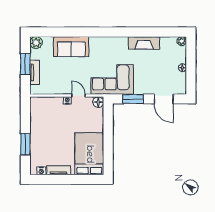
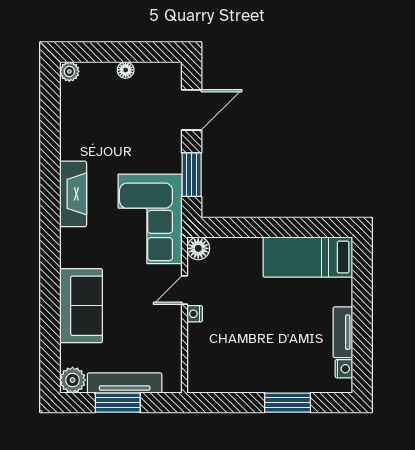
fireplace: (144, 43) -> (73, 194), moved
tv unit: (35, 72) -> (125, 383), width x1.41
bed: (89, 154) -> (308, 257), width x0.67

